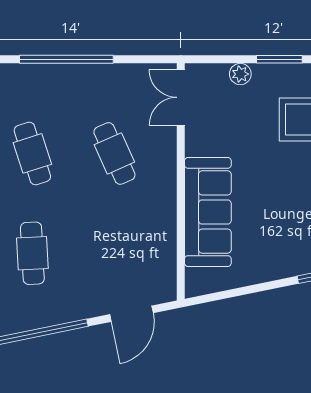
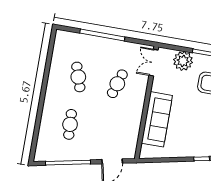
plant: (240, 74) -> (183, 61), width x1.88, depth x1.88
cafe table: (114, 153) -> (117, 84), turned 42

